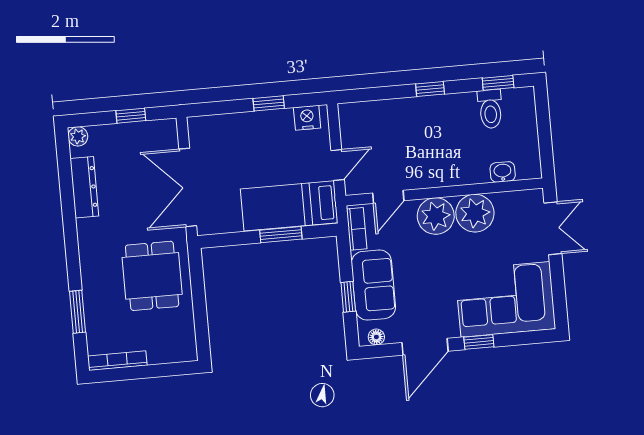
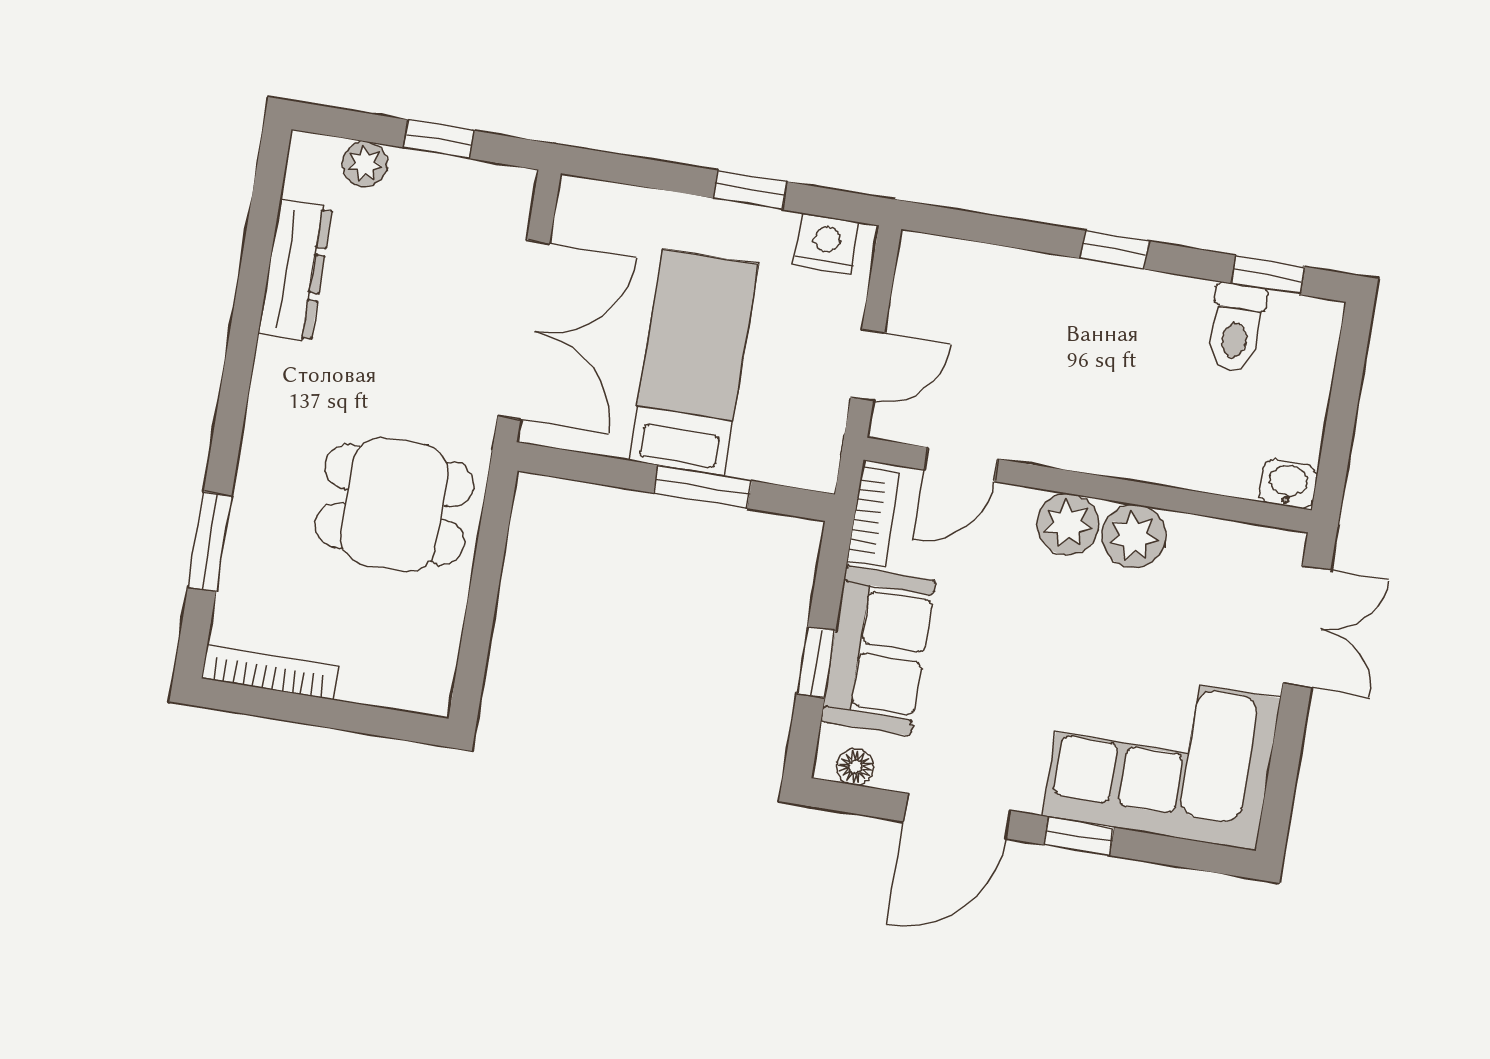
plant: (78, 136) -> (365, 164), moved
washbasin: (503, 172) -> (1288, 484), moved
double door: (188, 187) -> (524, 330), swing flipped
bed: (289, 206) -> (693, 362), moved, turned 90
plant: (475, 213) -> (1134, 536), width x0.73, depth x0.73
plant: (436, 216) -> (1068, 524), width x0.73, depth x0.73
dining table: (152, 276) -> (395, 505), turned 90

